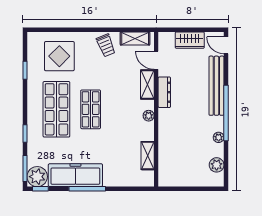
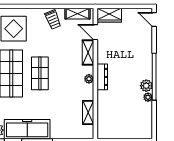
wardrobe: (190, 40) -> (109, 15), moved
bench: (216, 86) -> (146, 54), removed
dresser: (164, 92) -> (102, 77), moved
plant: (217, 165) -> (146, 86), moved

